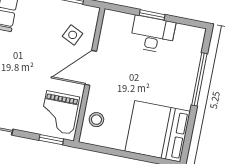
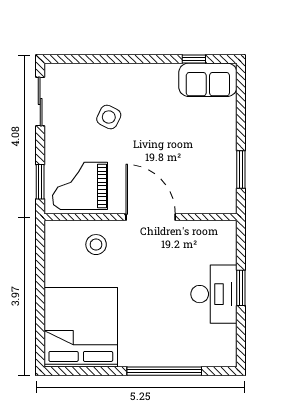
side table: (73, 35) -> (109, 117), moved
stool: (96, 120) -> (96, 245), moved

